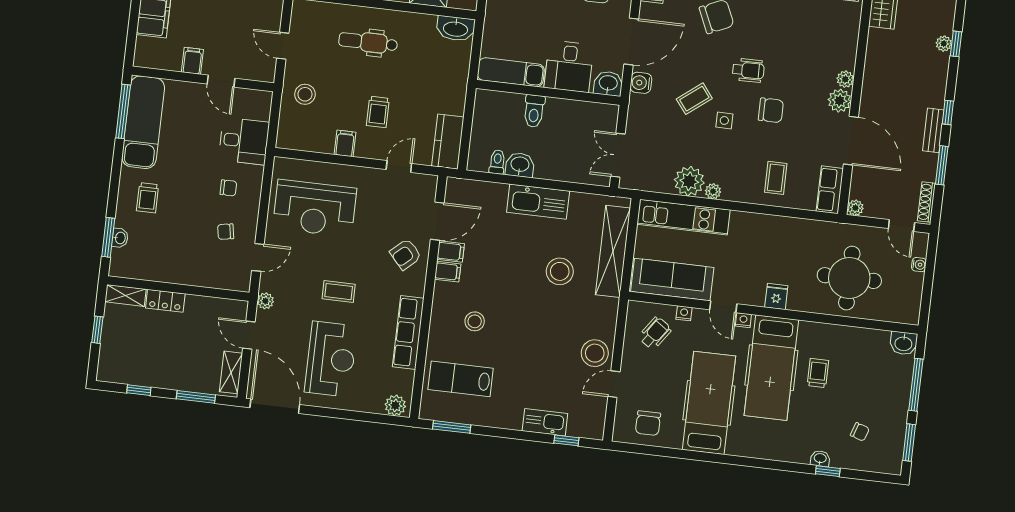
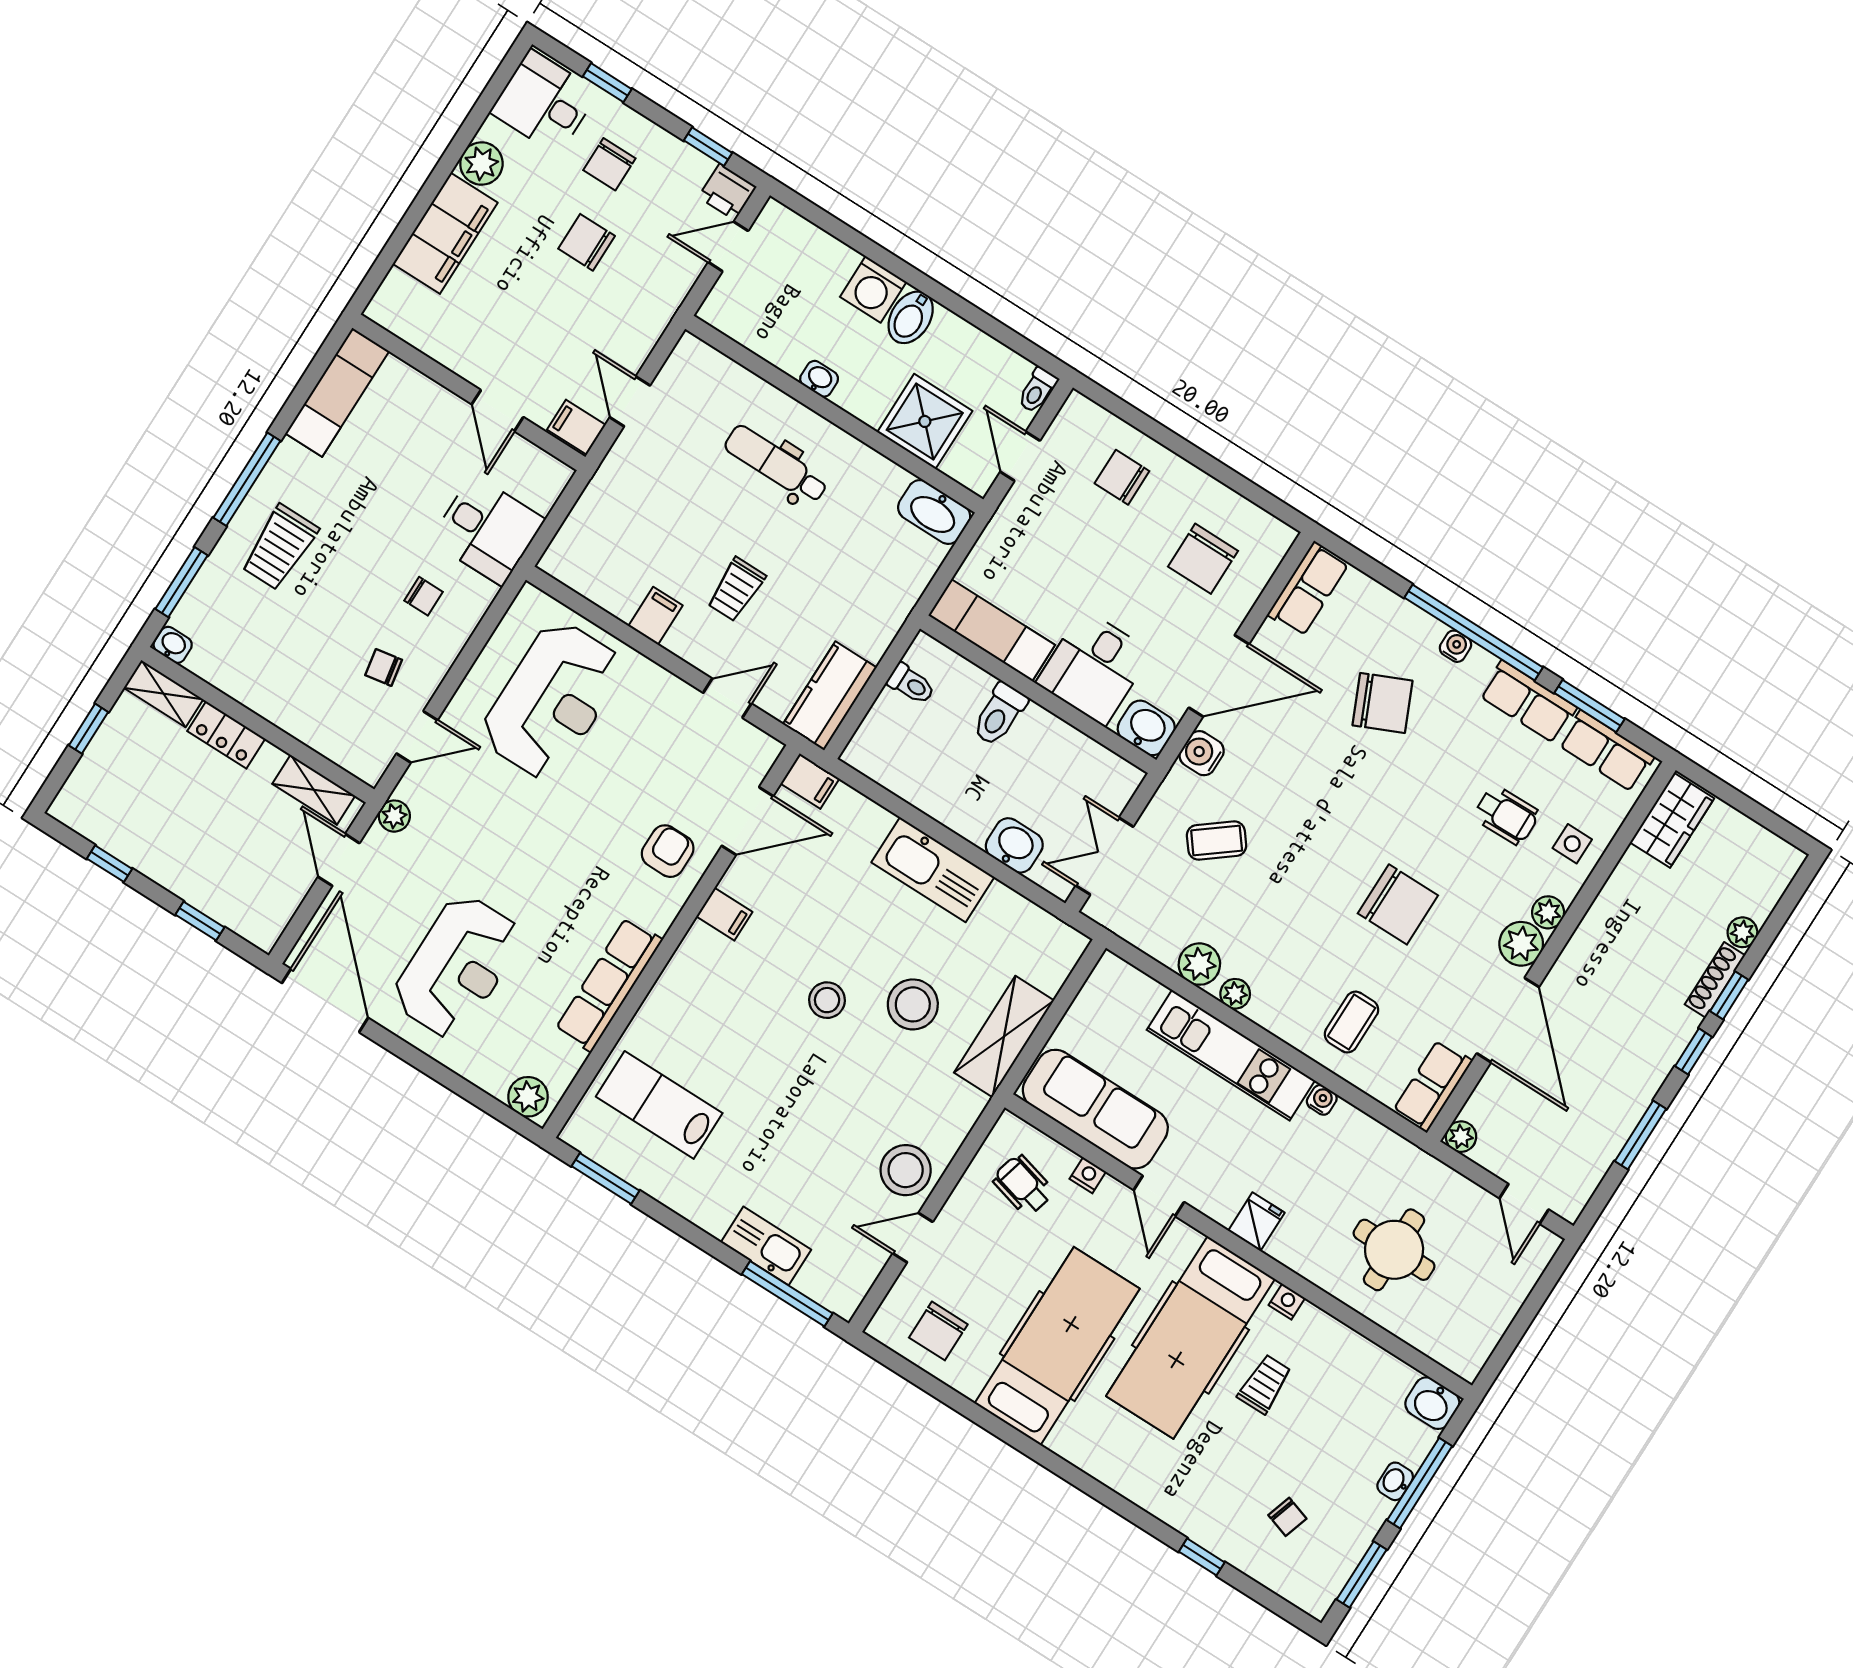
window: (956, 44) -> (1729, 995), moved
filing cabinet: (192, 61) -> (576, 427), moved, turned -90
wheelchair: (748, 70) -> (1506, 815), moved
stool: (305, 94) -> (628, 501), removed
coffee table: (694, 99) -> (1217, 841), moved
chair: (771, 110) -> (1398, 904), width x1.37, depth x1.37
window: (123, 111) -> (247, 479), moved
side table: (724, 120) -> (1572, 844), moved
exam couch: (143, 122) -> (337, 392), width x0.73, depth x0.69
bench: (933, 130) -> (1655, 1070), removed
toilet: (497, 162) -> (911, 684), moved, turned 90
washbasin: (520, 165) -> (1014, 845), moved
plant: (689, 181) -> (1199, 964), width x0.73, depth x0.73
trolley: (148, 198) -> (280, 547), width x1.36, depth x1.39
shoe rack: (926, 202) -> (1715, 980), moved
reception desk: (315, 208) -> (552, 700), turned -90
kitchen unit: (683, 217) -> (1231, 1055), moved
washbasin: (120, 238) -> (173, 645), moved, turned -90
shelving: (613, 251) -> (1004, 1037), width x0.68
filing cabinet: (451, 252) -> (810, 781), moved
armchair: (406, 254) -> (668, 851), turned 132
water cooler: (919, 265) -> (1322, 1100), moved, turned -90
round table: (849, 278) -> (1394, 1250), width x0.73, depth x0.73
coffee table: (339, 292) -> (525, 859), removed
nightstand: (743, 320) -> (1287, 1302), moved
stool: (475, 321) -> (827, 1000), moved
wheelchair: (655, 333) -> (1023, 1185), turned -110
shelving: (231, 372) -> (314, 790), moved, turned 90
window: (196, 397) -> (200, 921), width x0.67
window: (566, 440) -> (787, 1294), width x2.17
washbasin: (820, 459) -> (1395, 1481), moved, turned -90

